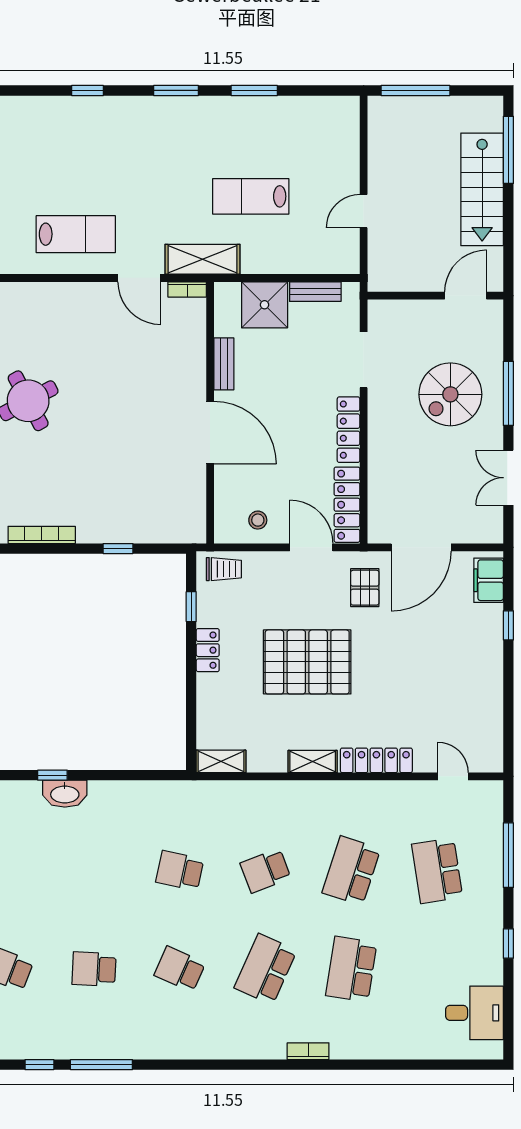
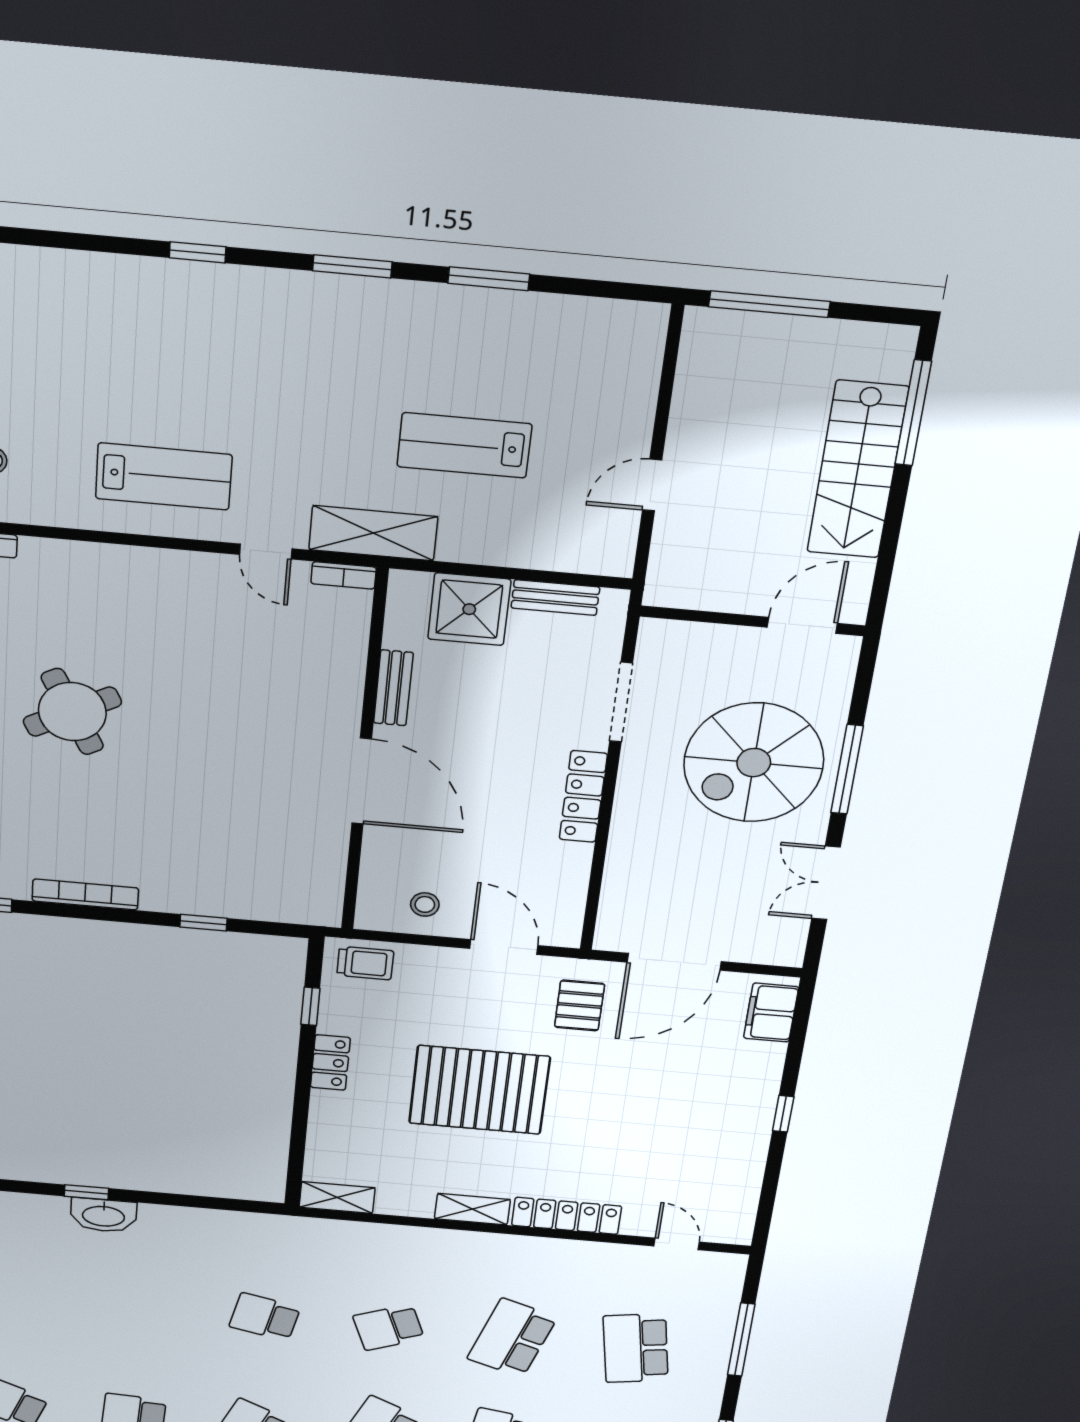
door: (139, 278) -> (266, 552), width x0.73
spiral stairs: (450, 394) -> (754, 763), width x1.37, depth x1.37
locker: (347, 505) -> (567, 897), removed
window: (508, 625) -> (783, 1114), moved

